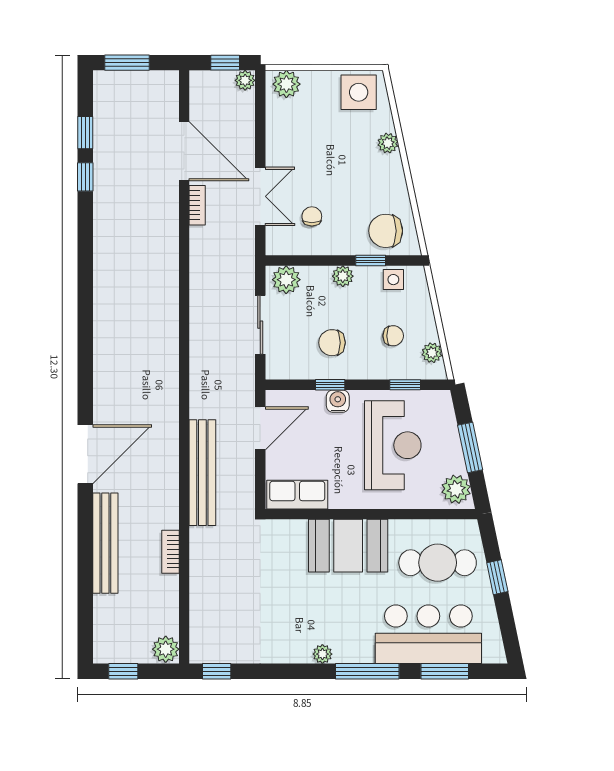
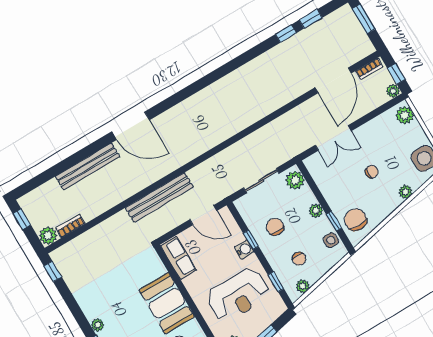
bookcase: (197, 205) -> (369, 69), moved
chair: (312, 216) -> (372, 172), moved
bookcase: (170, 552) -> (71, 226), moved

